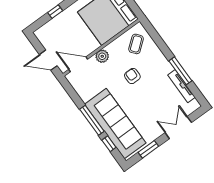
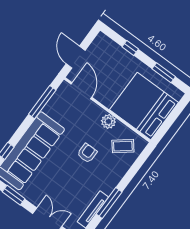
plant: (102, 56) -> (108, 121), moved
window: (92, 120) -> (42, 102), moved

